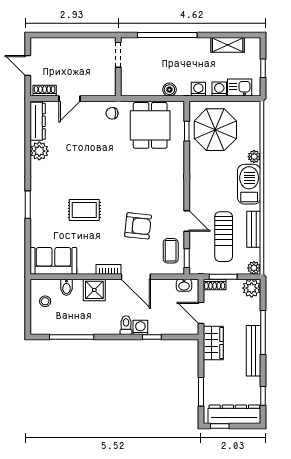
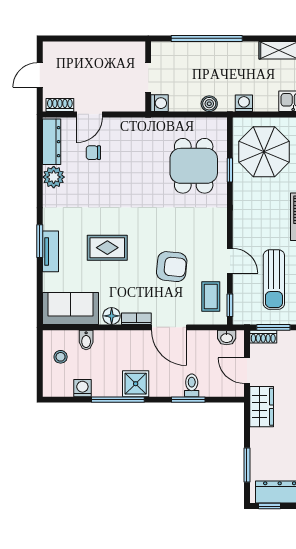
doorway: (118, 55) -> (148, 78), moved
door: (28, 66) -> (40, 75), hinge flipped
washing machine: (219, 89) -> (160, 103), moved, turned 90
chair: (112, 113) -> (93, 153), moved
dining table: (150, 125) -> (194, 166), moved
window: (187, 131) -> (230, 170), moved
tv unit: (37, 213) -> (50, 251), added
floor lamp: (88, 267) -> (112, 316), added
shower: (94, 290) -> (136, 384), moved
toilet: (126, 325) -> (192, 385), moved
washing machine: (140, 327) -> (82, 388), moved
window: (72, 337) -> (118, 400), moved
window: (152, 337) -> (188, 400), width x1.50

